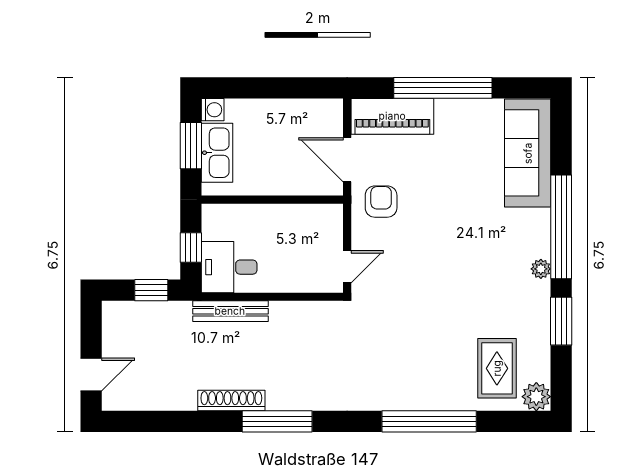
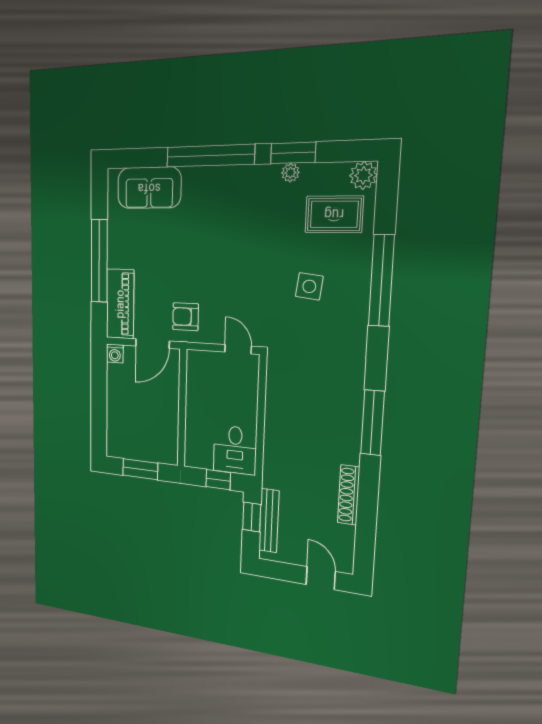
washing machine: (213, 110) -> (115, 354), moved, turned 180
kitchen sink: (217, 153) -> (146, 449), removed
sofa: (528, 153) -> (149, 188), width x0.73
plant: (541, 269) -> (290, 173), moved
bench: (230, 311) -> (269, 521), moved
side table: (421, 345) -> (309, 286), added
shoe rack: (231, 401) -> (349, 495), moved

